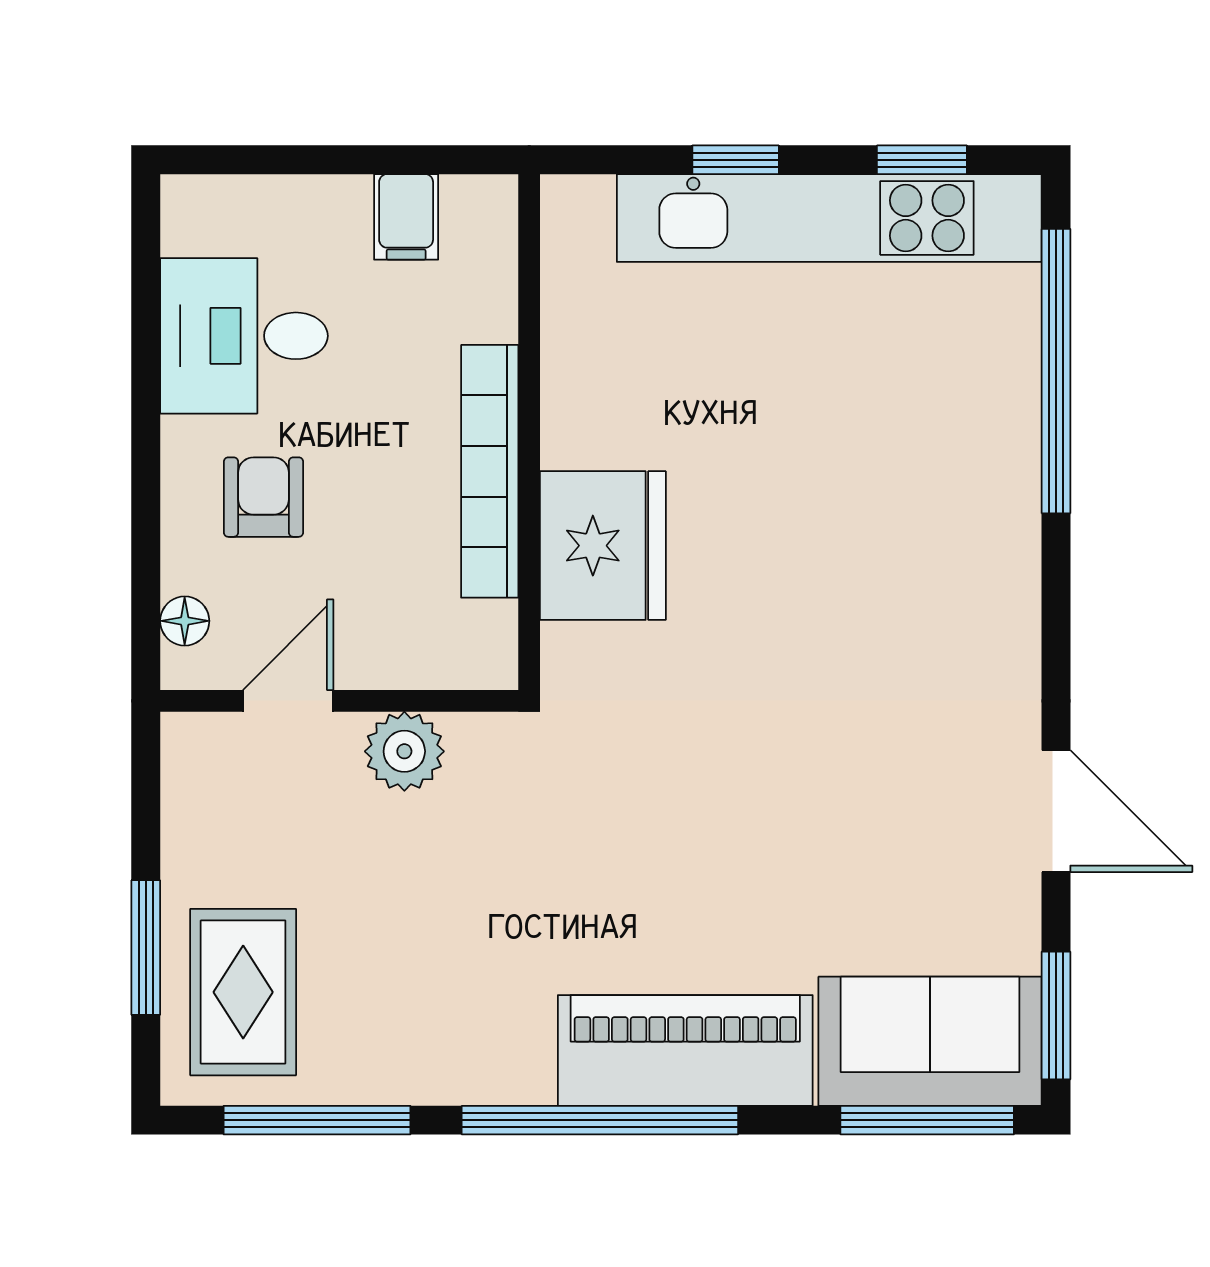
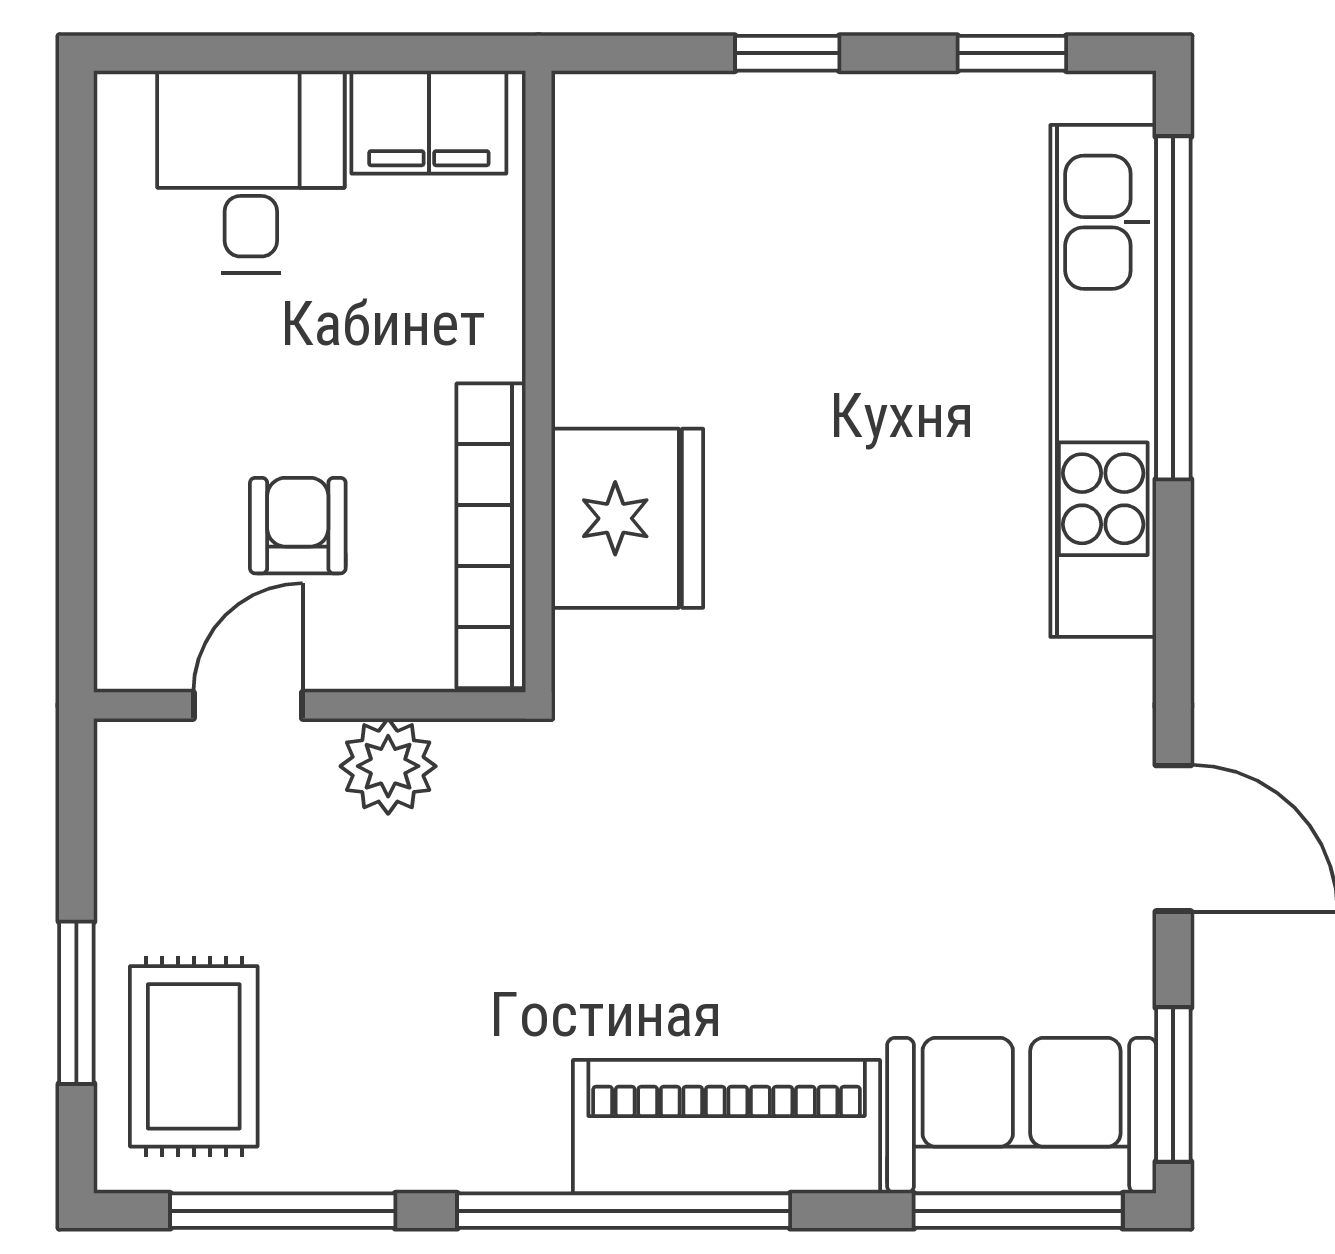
filing cabinet: (406, 217) -> (429, 122), width x2.00
kitchen unit: (829, 218) -> (1103, 381), moved, turned 90
desk: (244, 336) -> (251, 172), moved, turned 90
bookcase: (490, 471) -> (491, 536), moved
armchair: (263, 497) -> (298, 526), moved
floor lamp: (185, 621) -> (123, 609), removed

